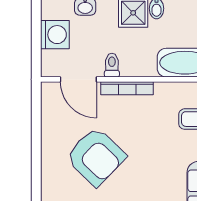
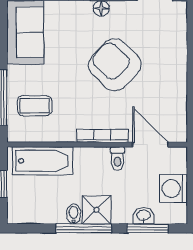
armchair: (96, 157) -> (115, 65), moved

